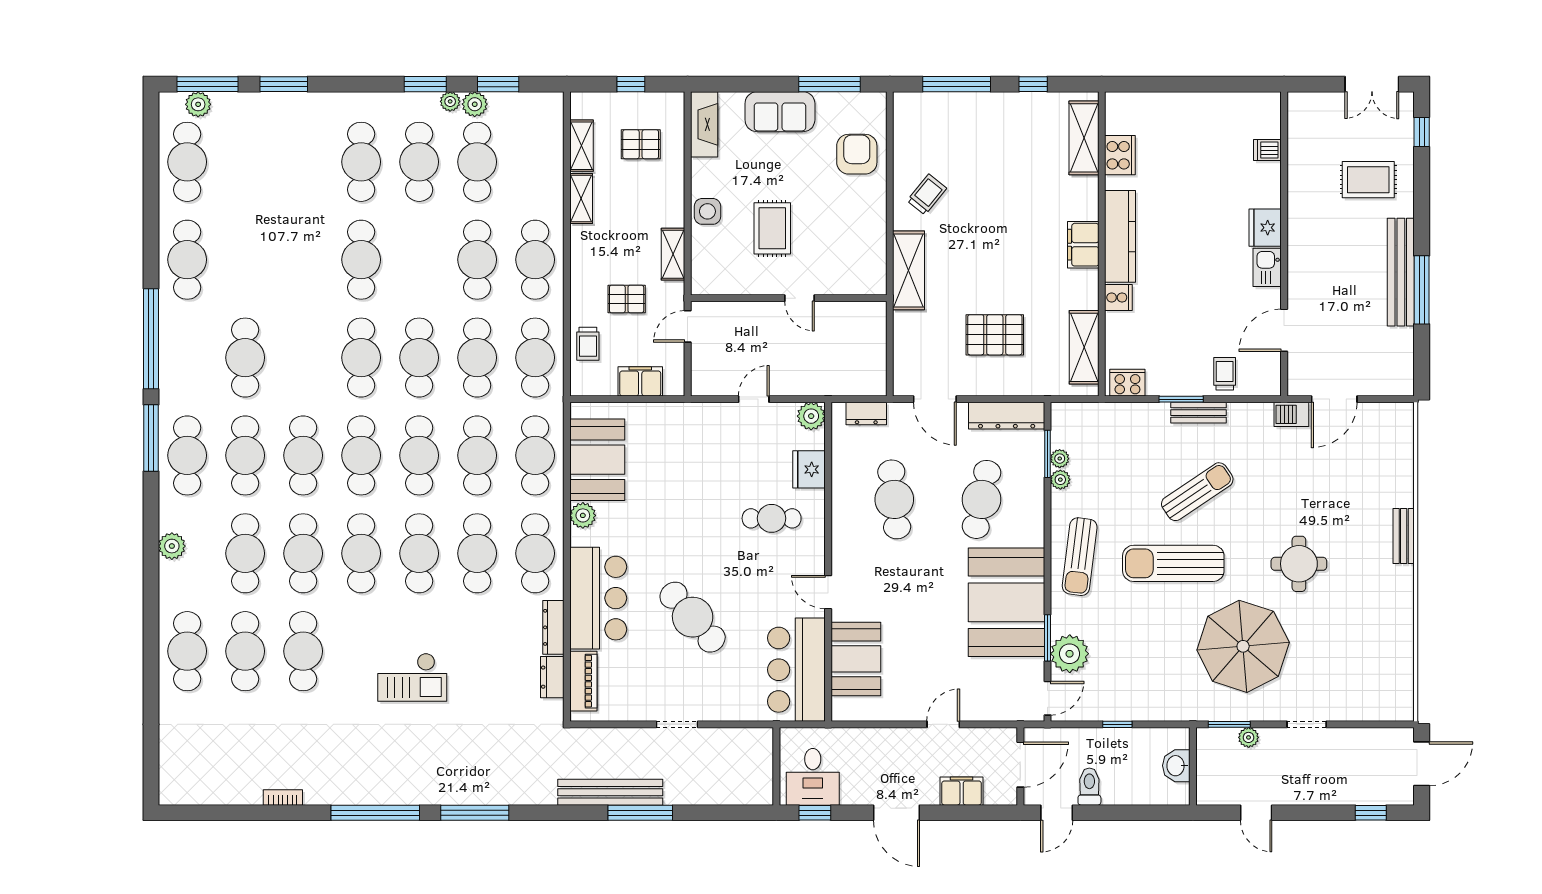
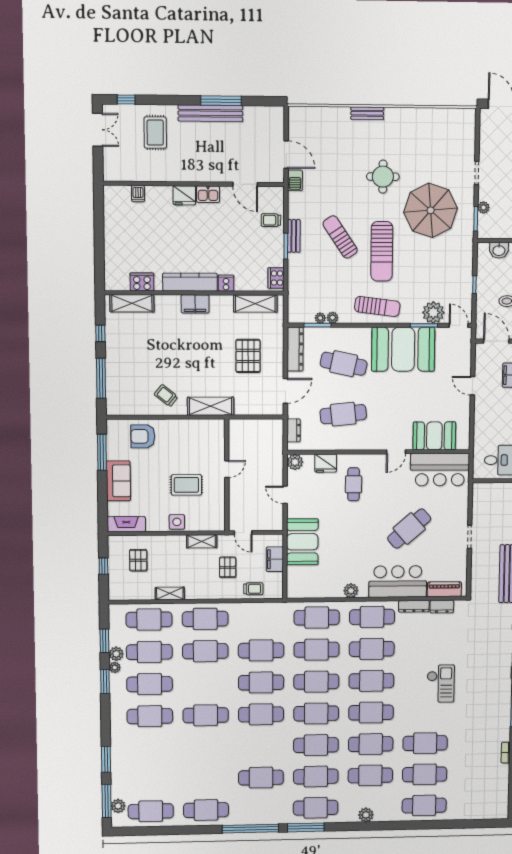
shelving: (581, 146) -> (139, 594), removed
cafe table: (535, 358) -> (149, 620), moved
booth: (597, 460) -> (302, 542), moved, turned 90

